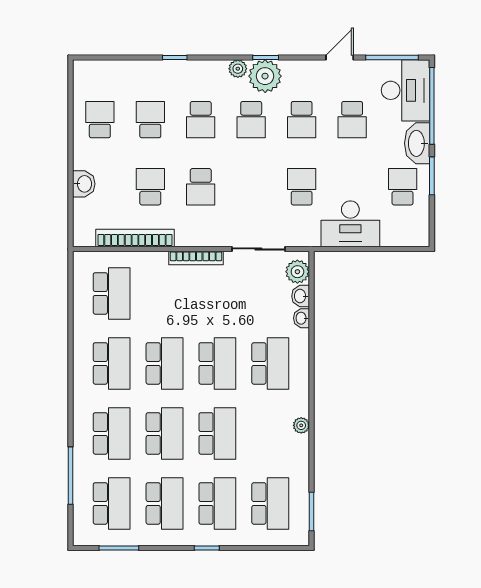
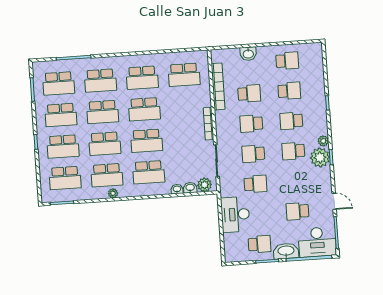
school desk: (302, 120) -> (253, 154), moved
school desk: (270, 433) -> (107, 175), added

